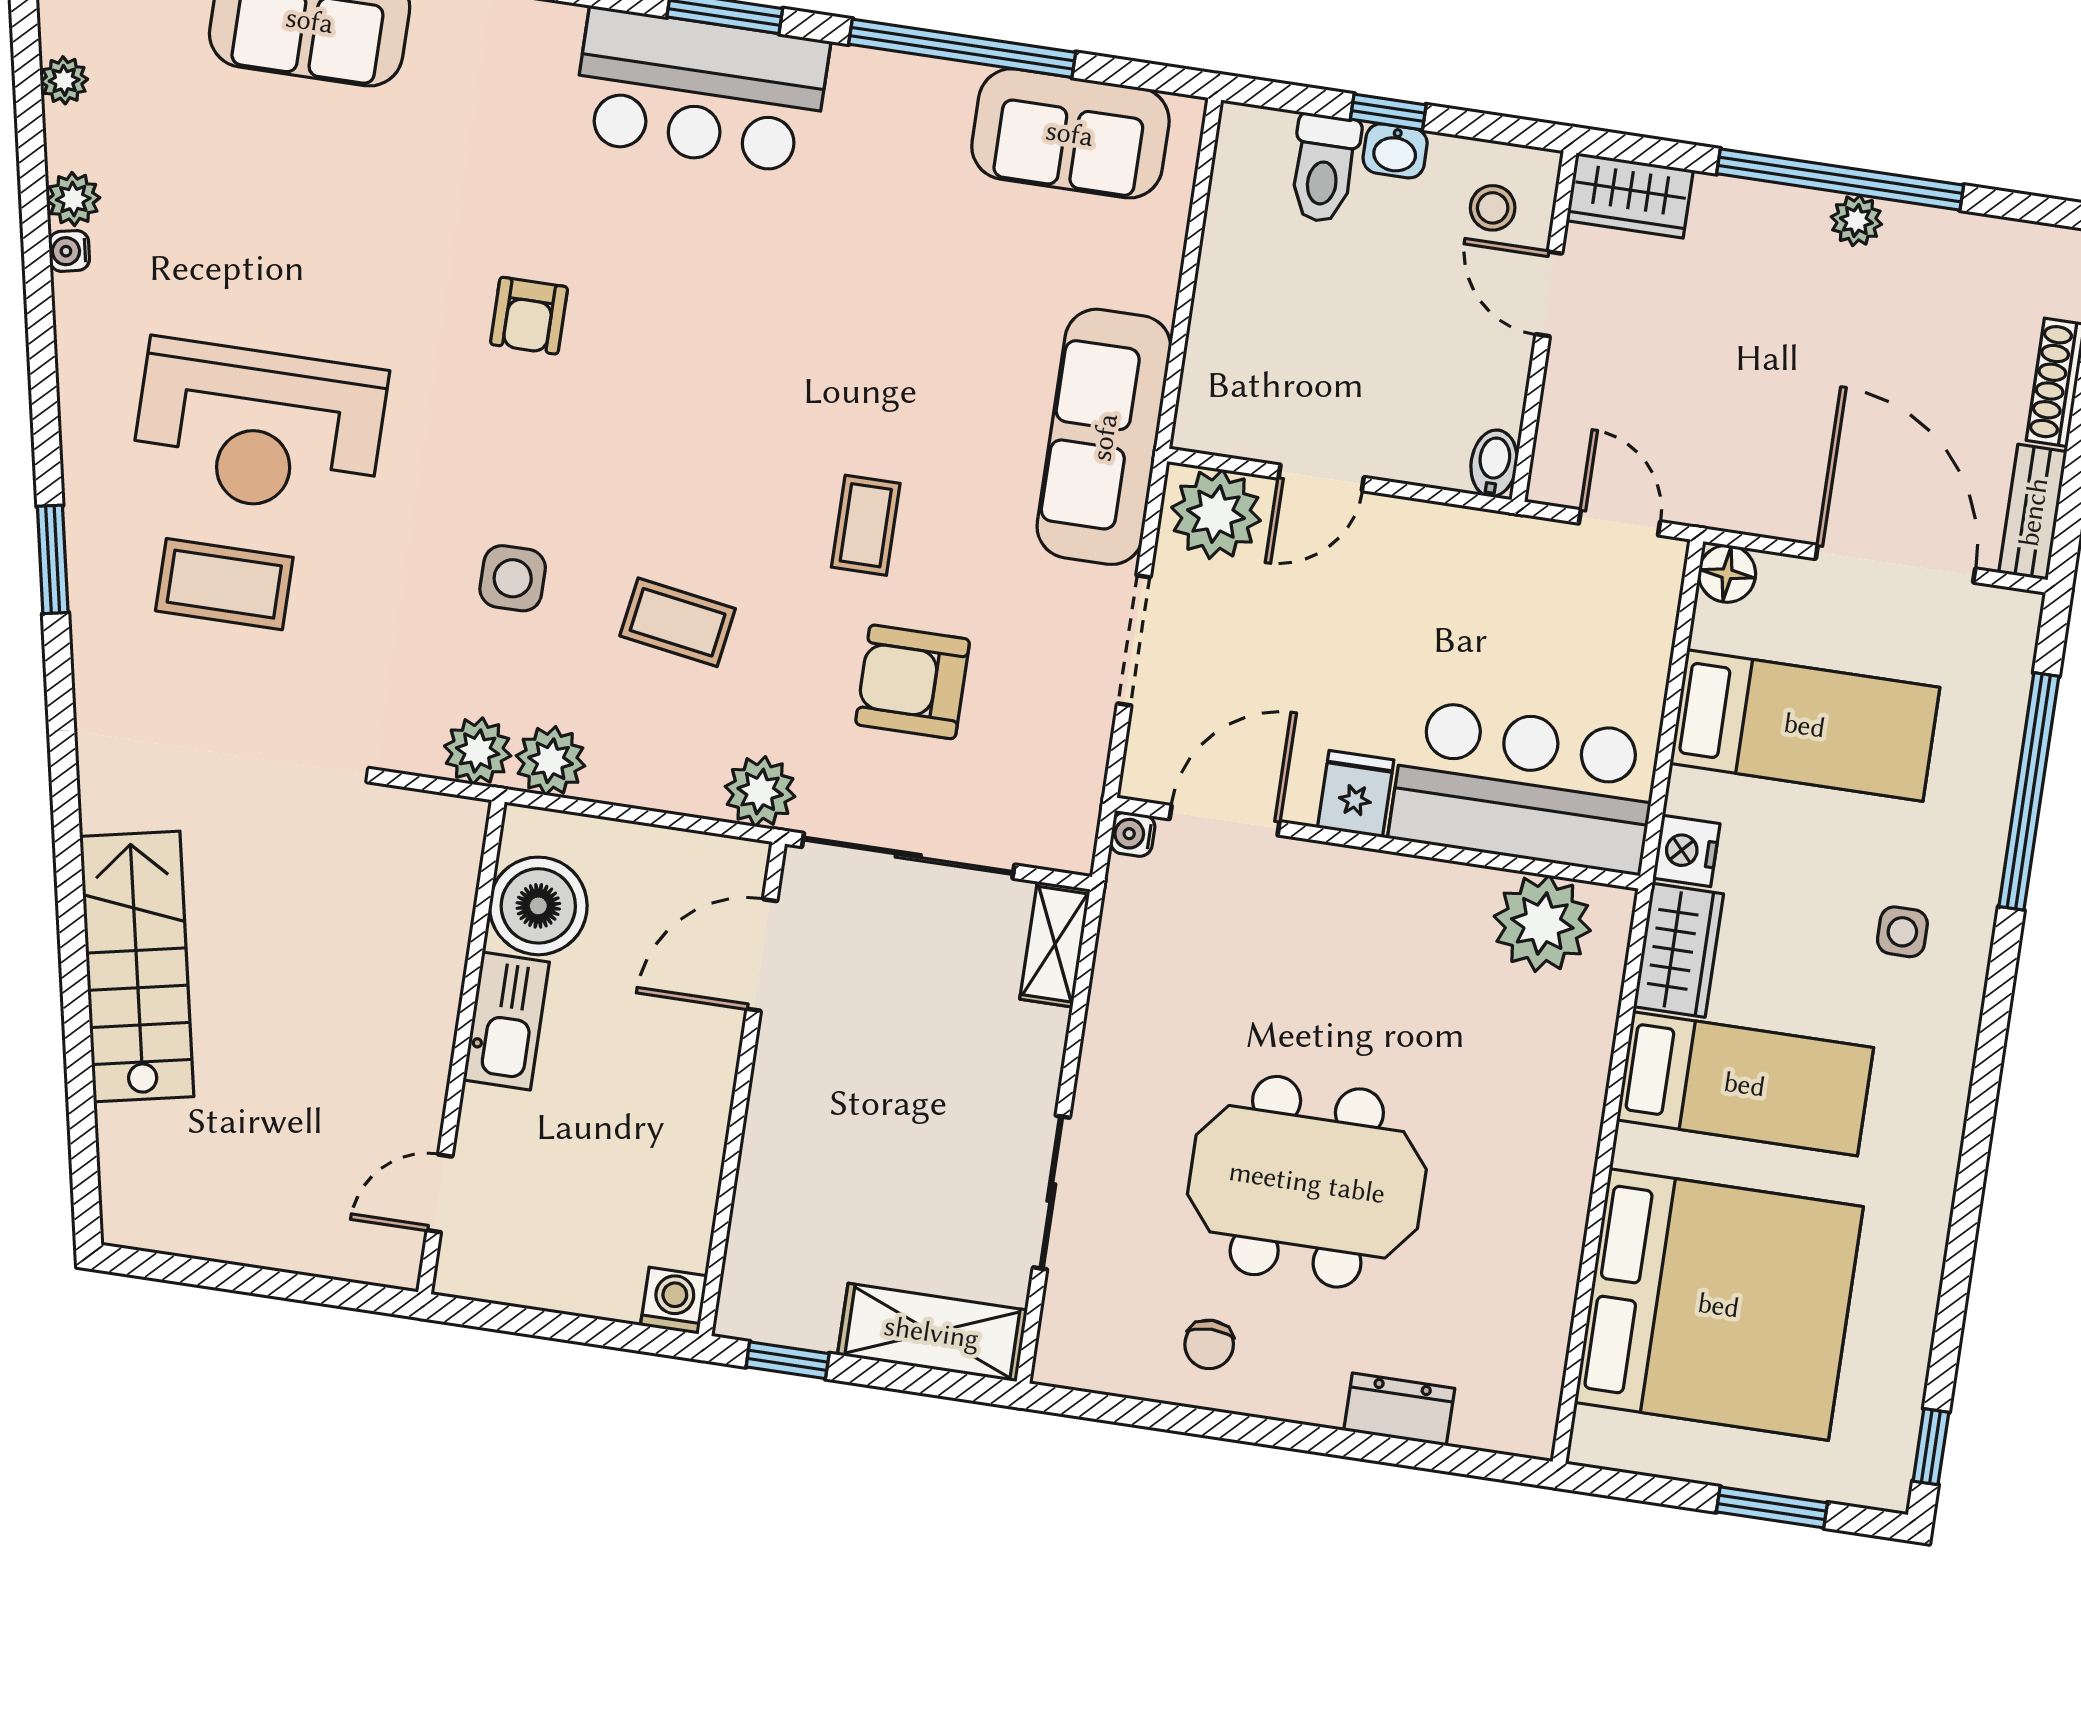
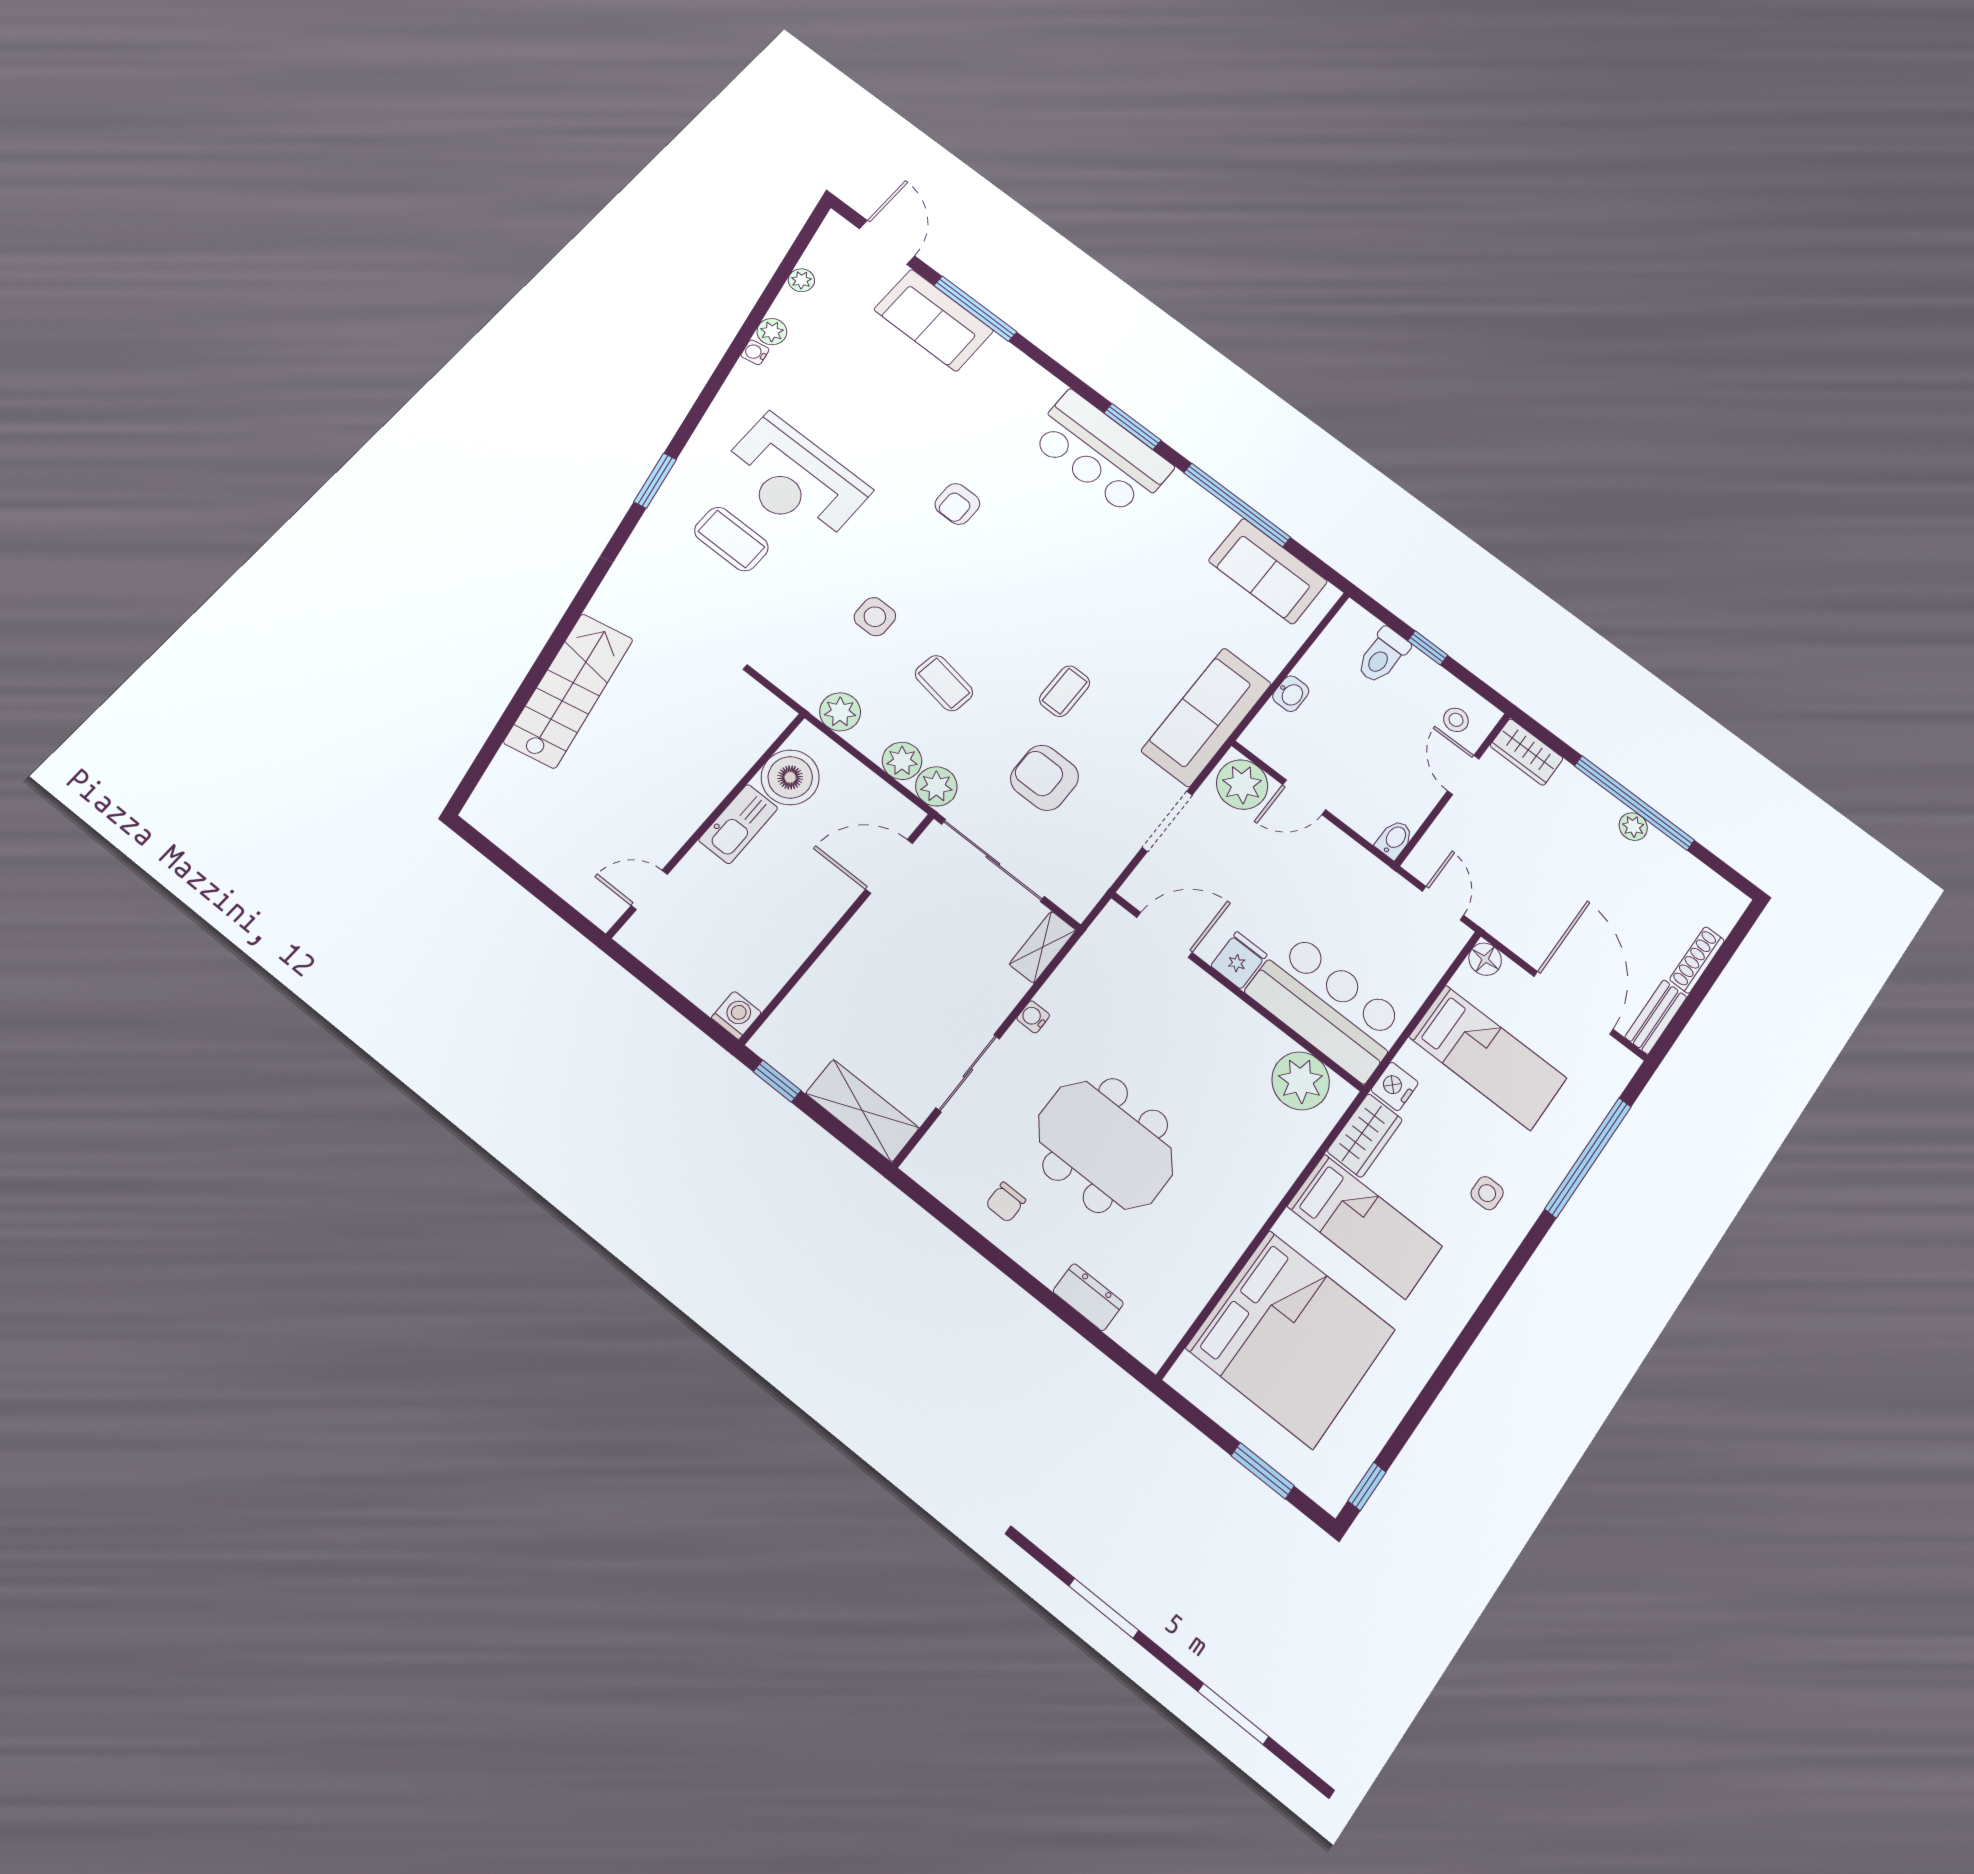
washbasin: (1395, 151) -> (1291, 694), moved, turned -90
plant: (478, 751) -> (902, 761), moved
water cooler: (1133, 834) -> (1033, 1017), moved

